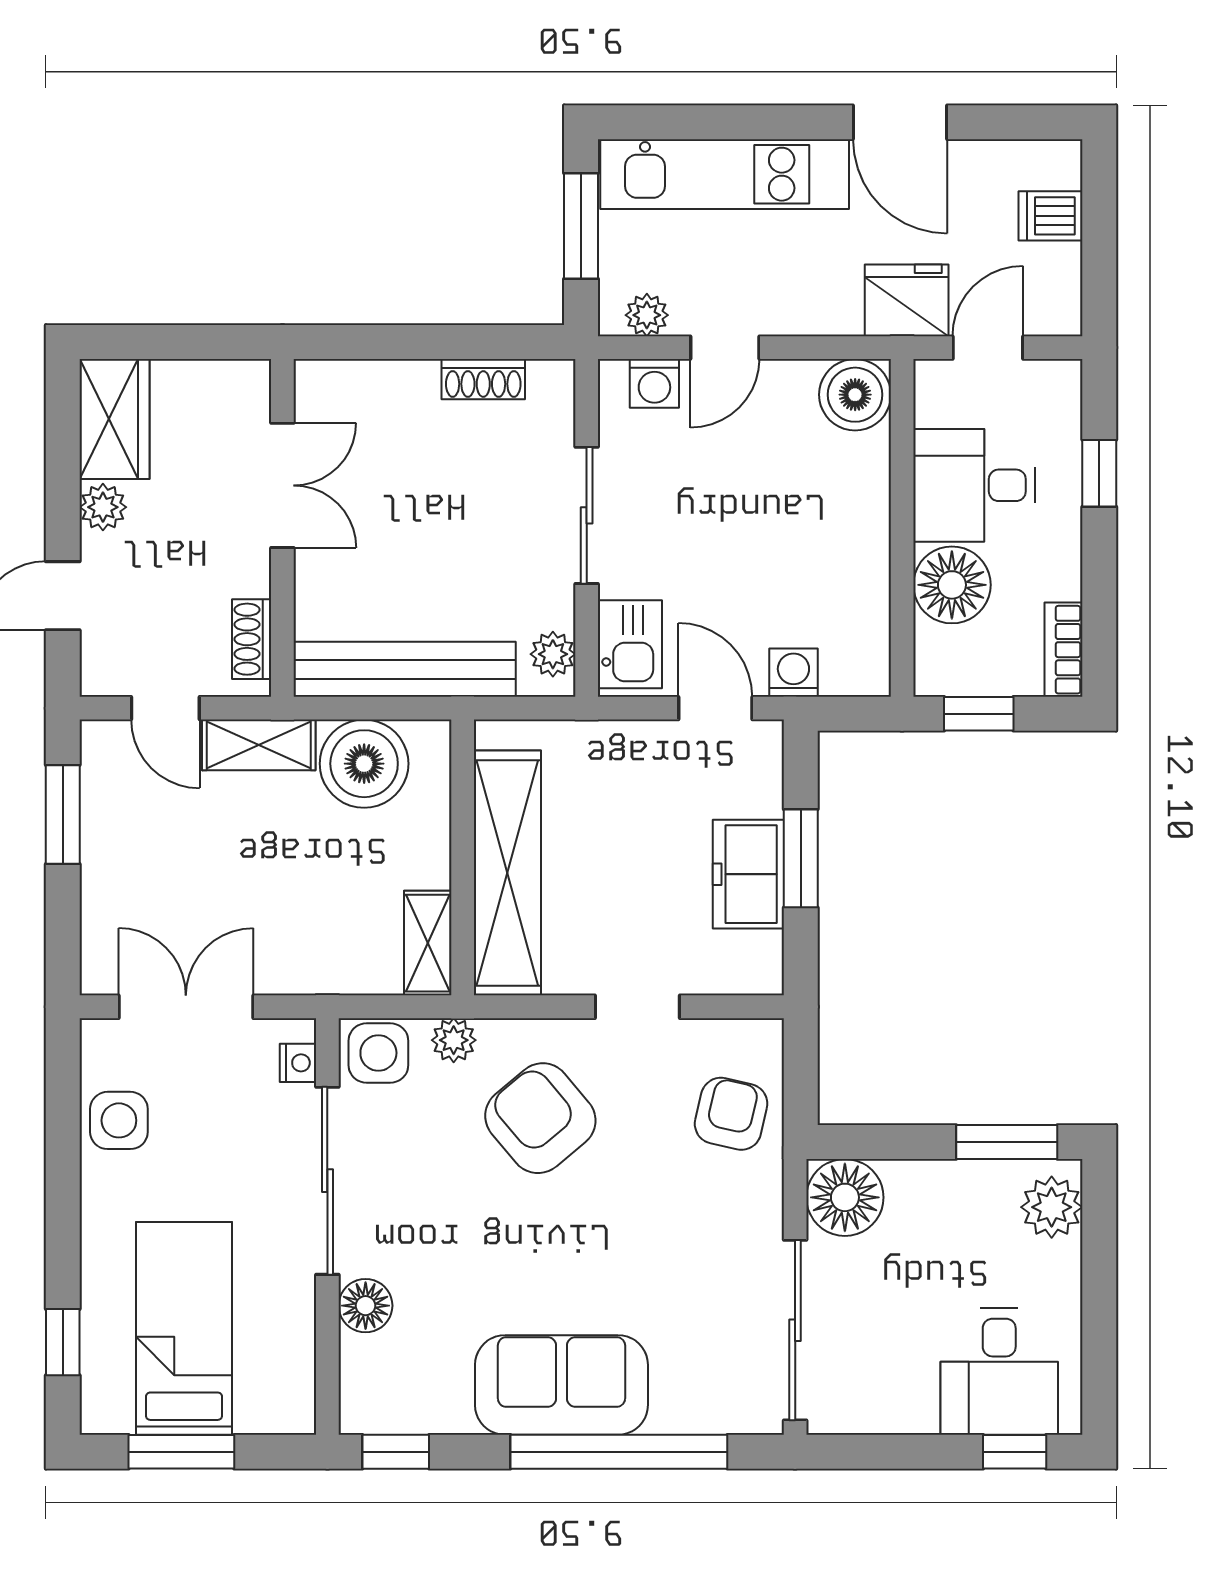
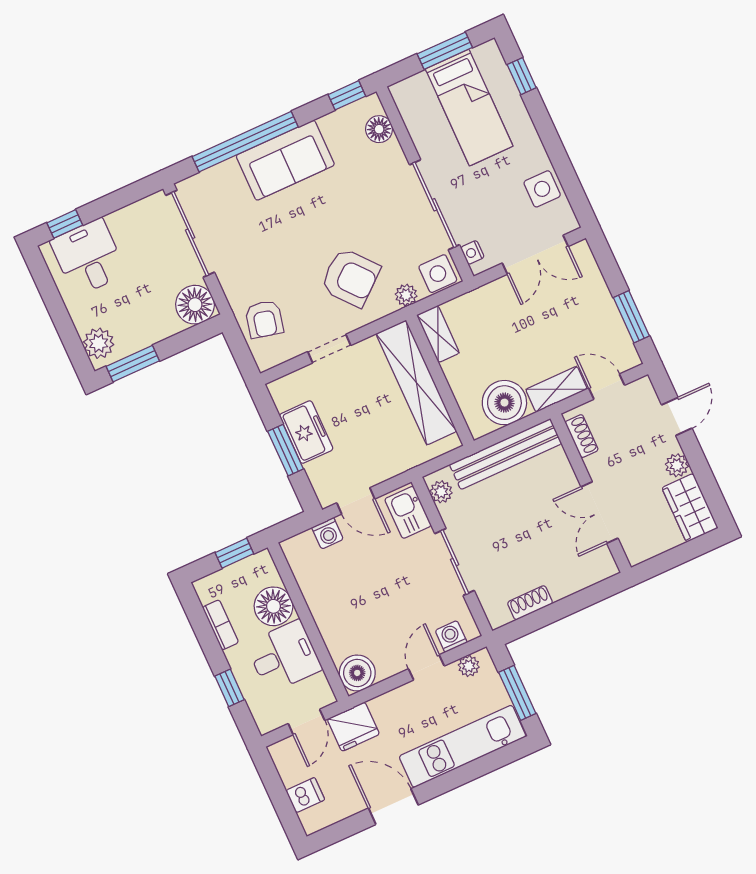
bookcase: (1063, 650) -> (220, 625), moved
floor lamp: (366, 1306) -> (379, 129), moved

